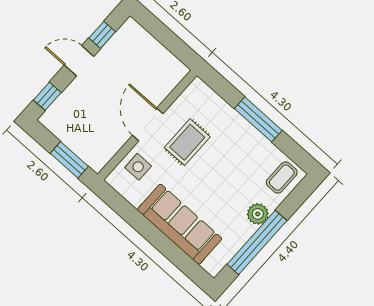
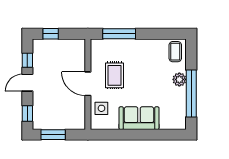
window: (156, 28) -> (51, 34), added
window: (258, 119) -> (119, 34), moved
window: (69, 160) -> (53, 135), moved
sofa: (180, 224) -> (139, 118), width x0.73

